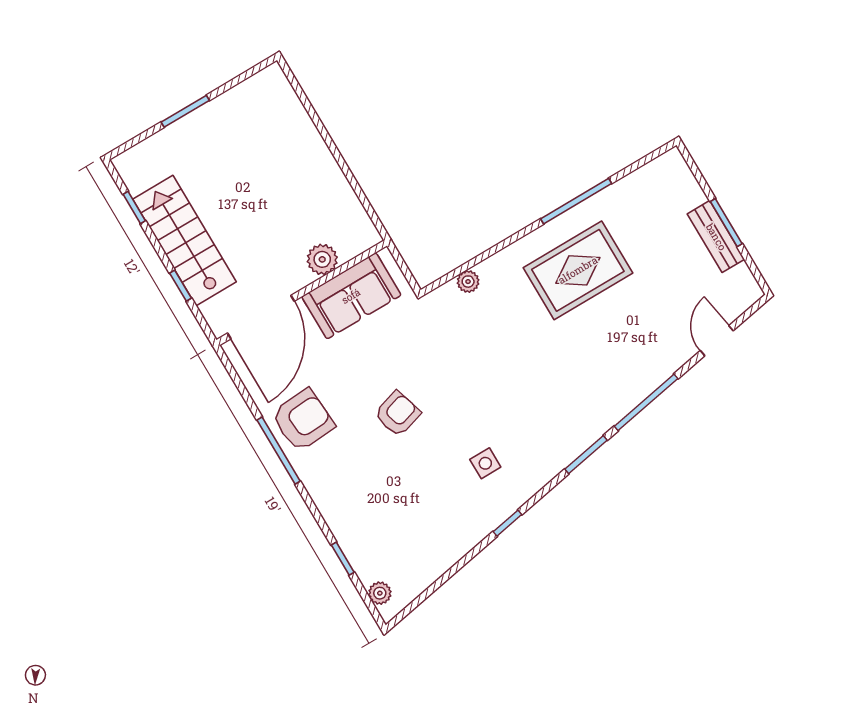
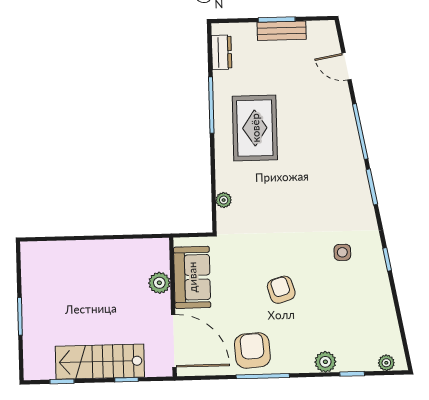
dresser: (648, 178) -> (222, 52), added
plant: (339, 518) -> (325, 362), added

